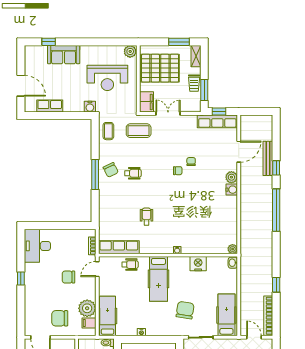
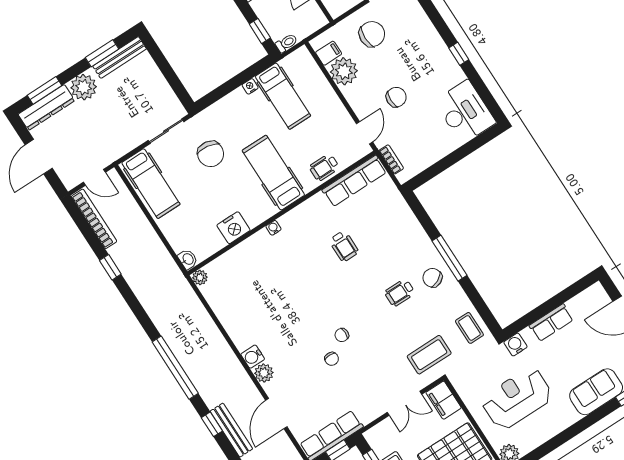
row of seats: (50, 106) -> (551, 323), moved
hospital bed: (108, 316) -> (283, 96), moved

